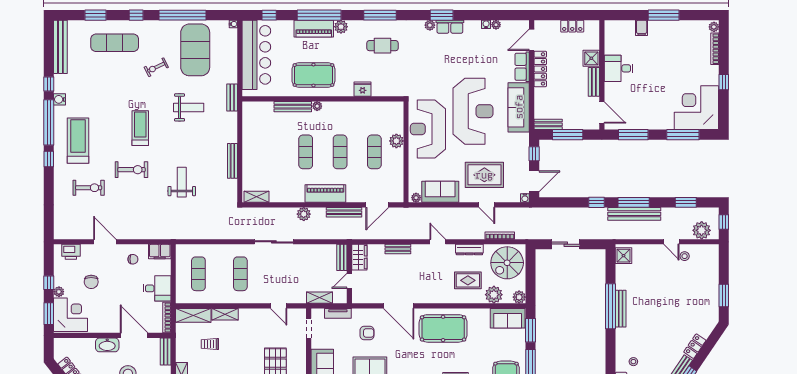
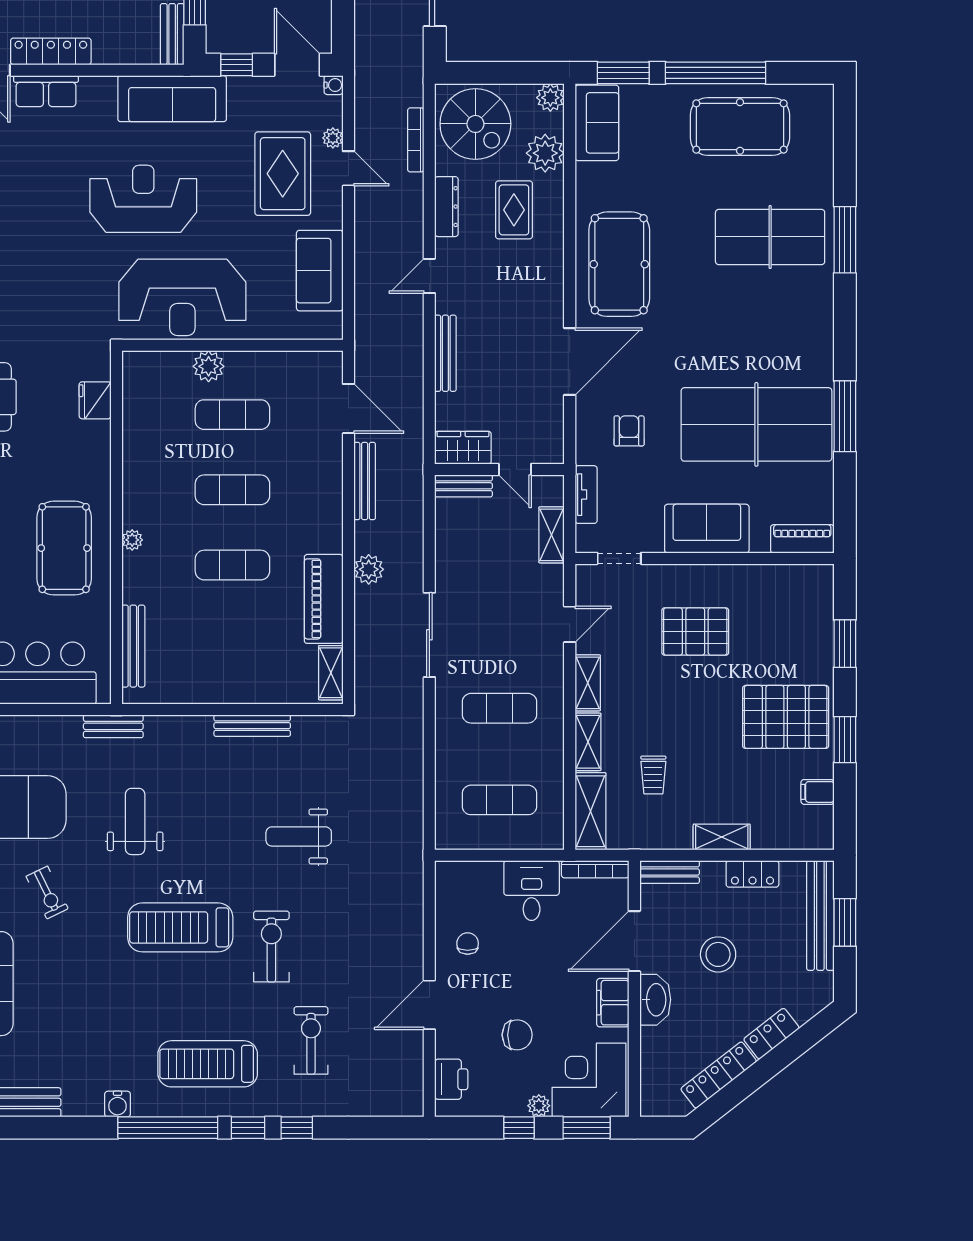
window: (49, 84) -> (297, 1128), moved
fridge: (363, 89) -> (95, 400), moved
bench: (293, 107) -> (133, 646), moved
sofa: (519, 107) -> (172, 99), moved
reception desk: (473, 111) -> (143, 199), width x0.74, depth x0.77
treadmill: (140, 128) -> (180, 927), width x1.37, depth x1.38
piano: (325, 194) -> (324, 599), moved
plant: (416, 198) -> (333, 138), moved
door: (487, 205) -> (348, 168), hinge flipped
bench: (398, 249) -> (445, 353), width x1.36
filing cabinet: (160, 252) -> (613, 1003), moved, turned 180
shelving: (252, 314) -> (588, 683), added

